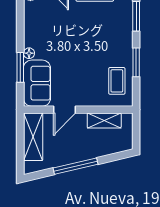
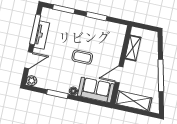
window: (20, 67) -> (57, 94), moved
coffee table: (117, 81) -> (82, 57), moved
door: (65, 110) -> (119, 74), swing flipped

